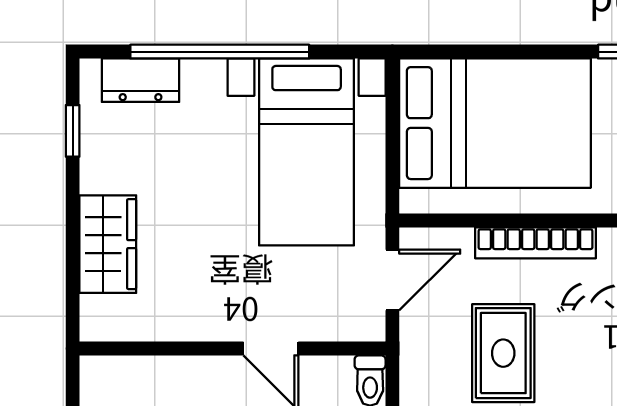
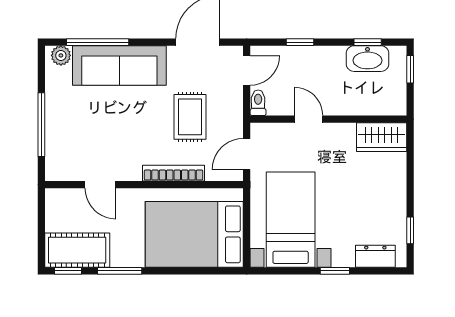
window: (220, 52) -> (335, 271), width x0.32
wardrobe: (108, 244) -> (382, 137), moved, turned -90

